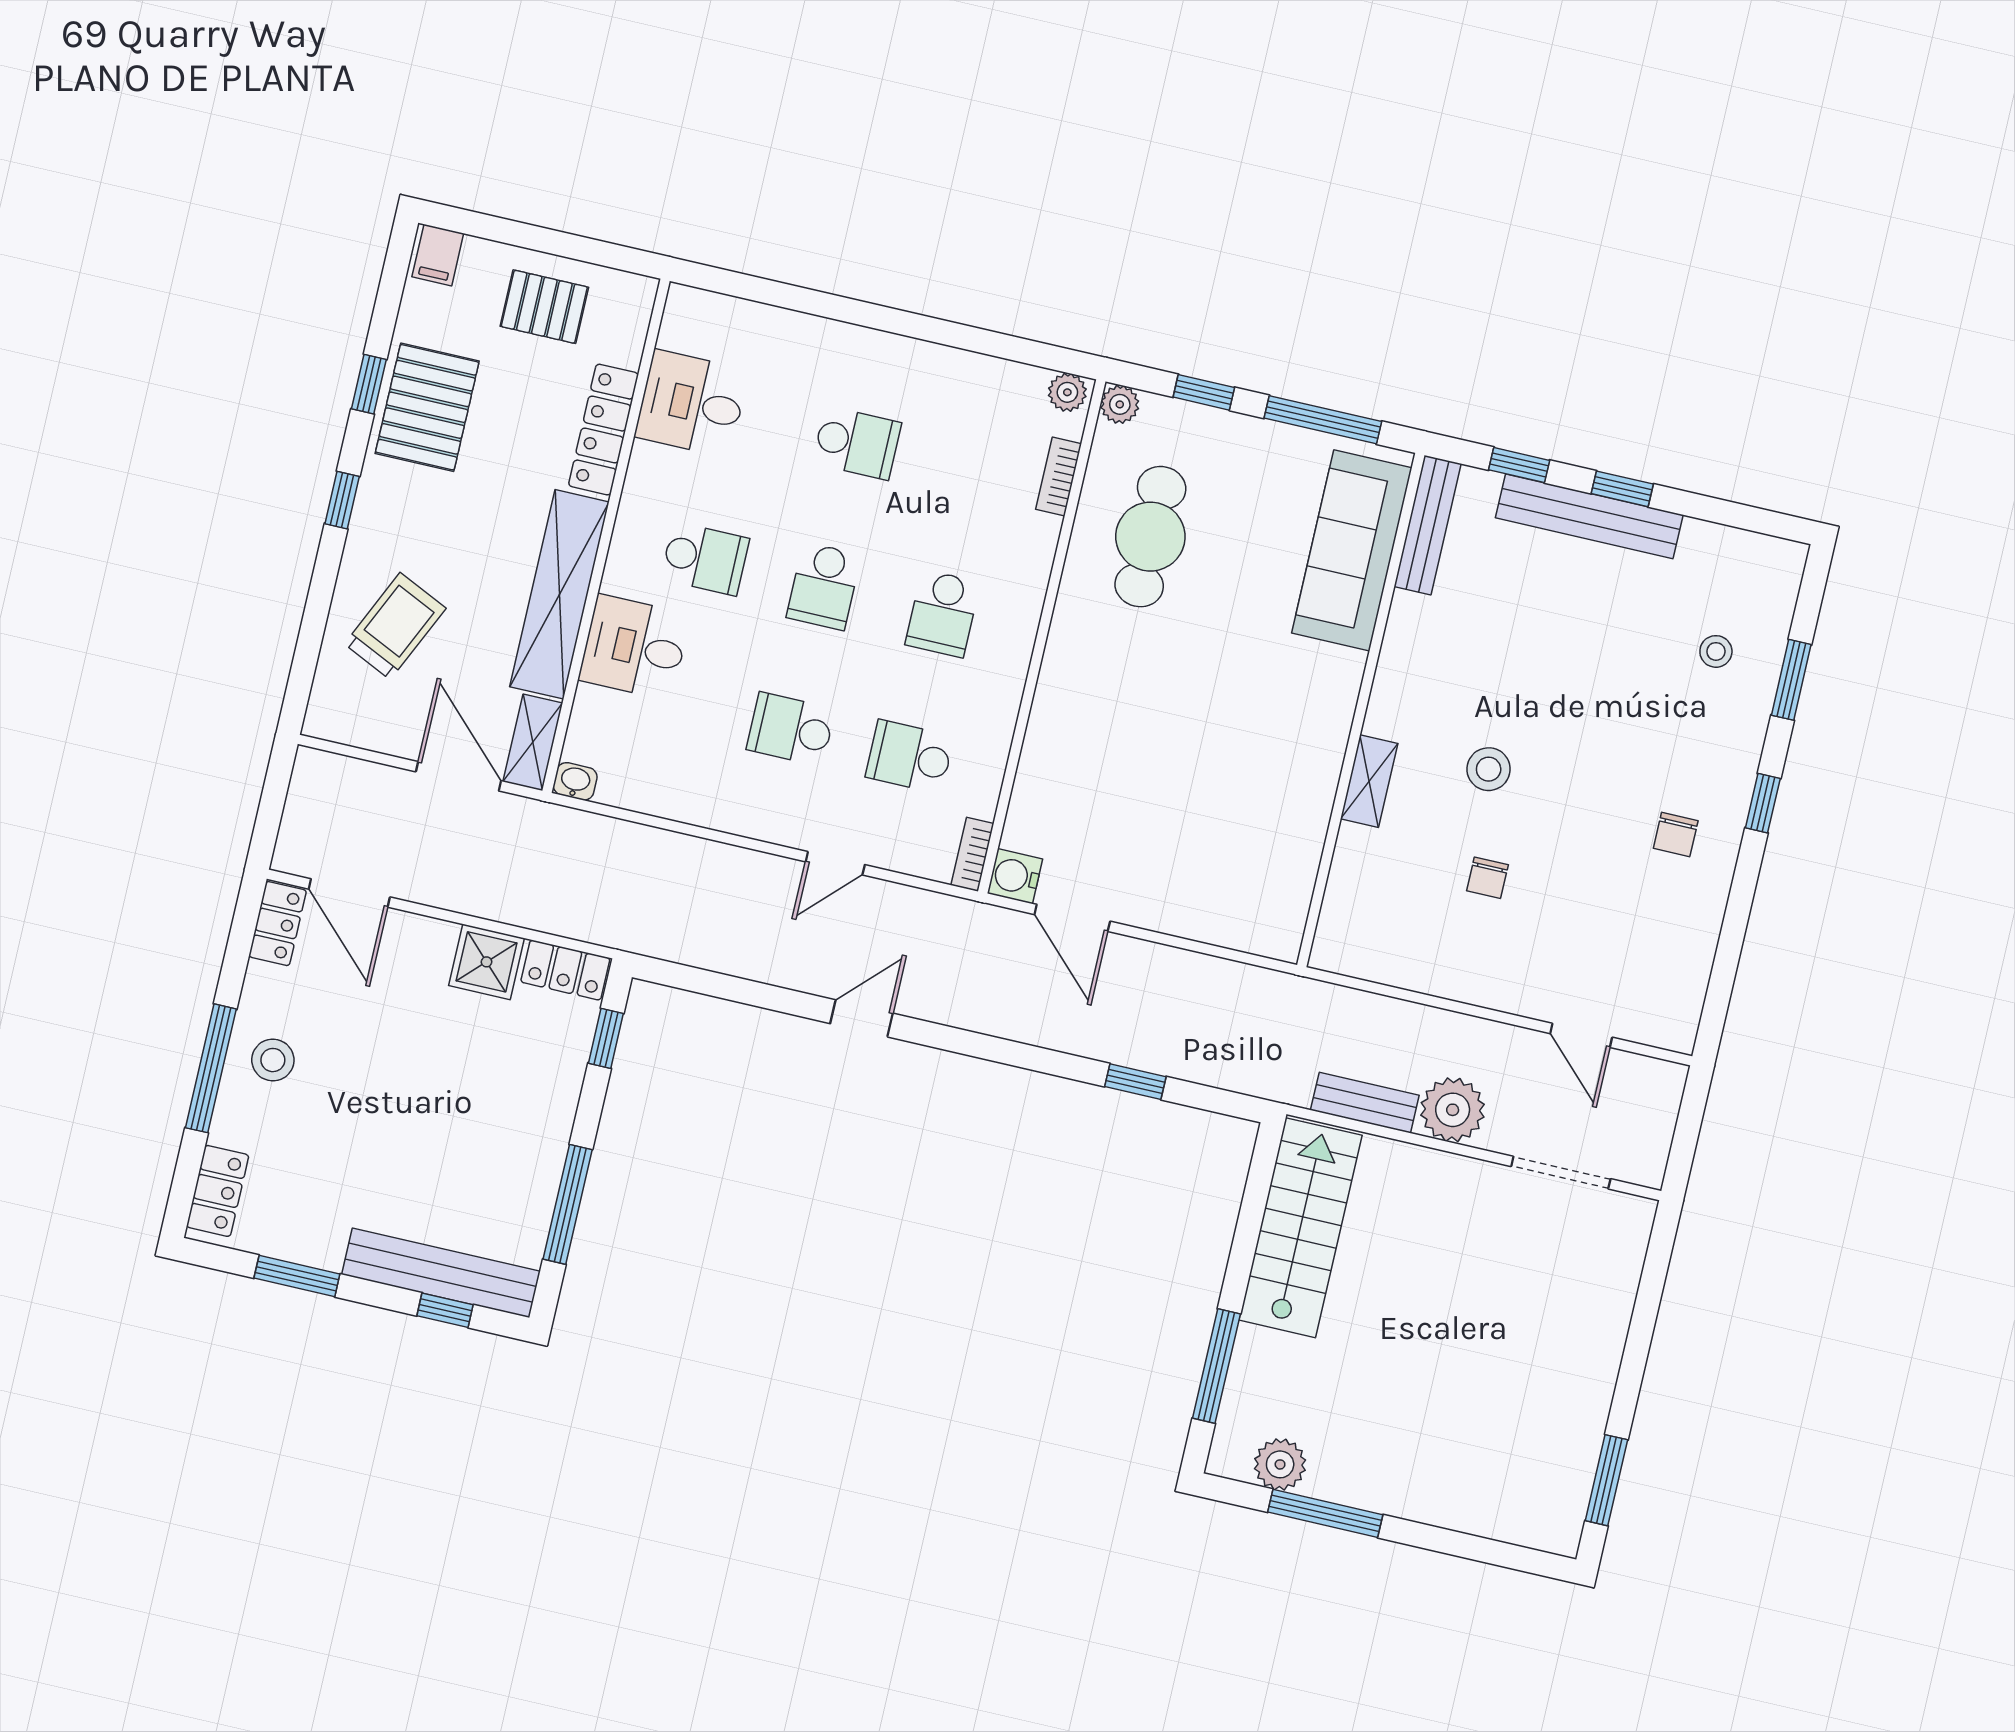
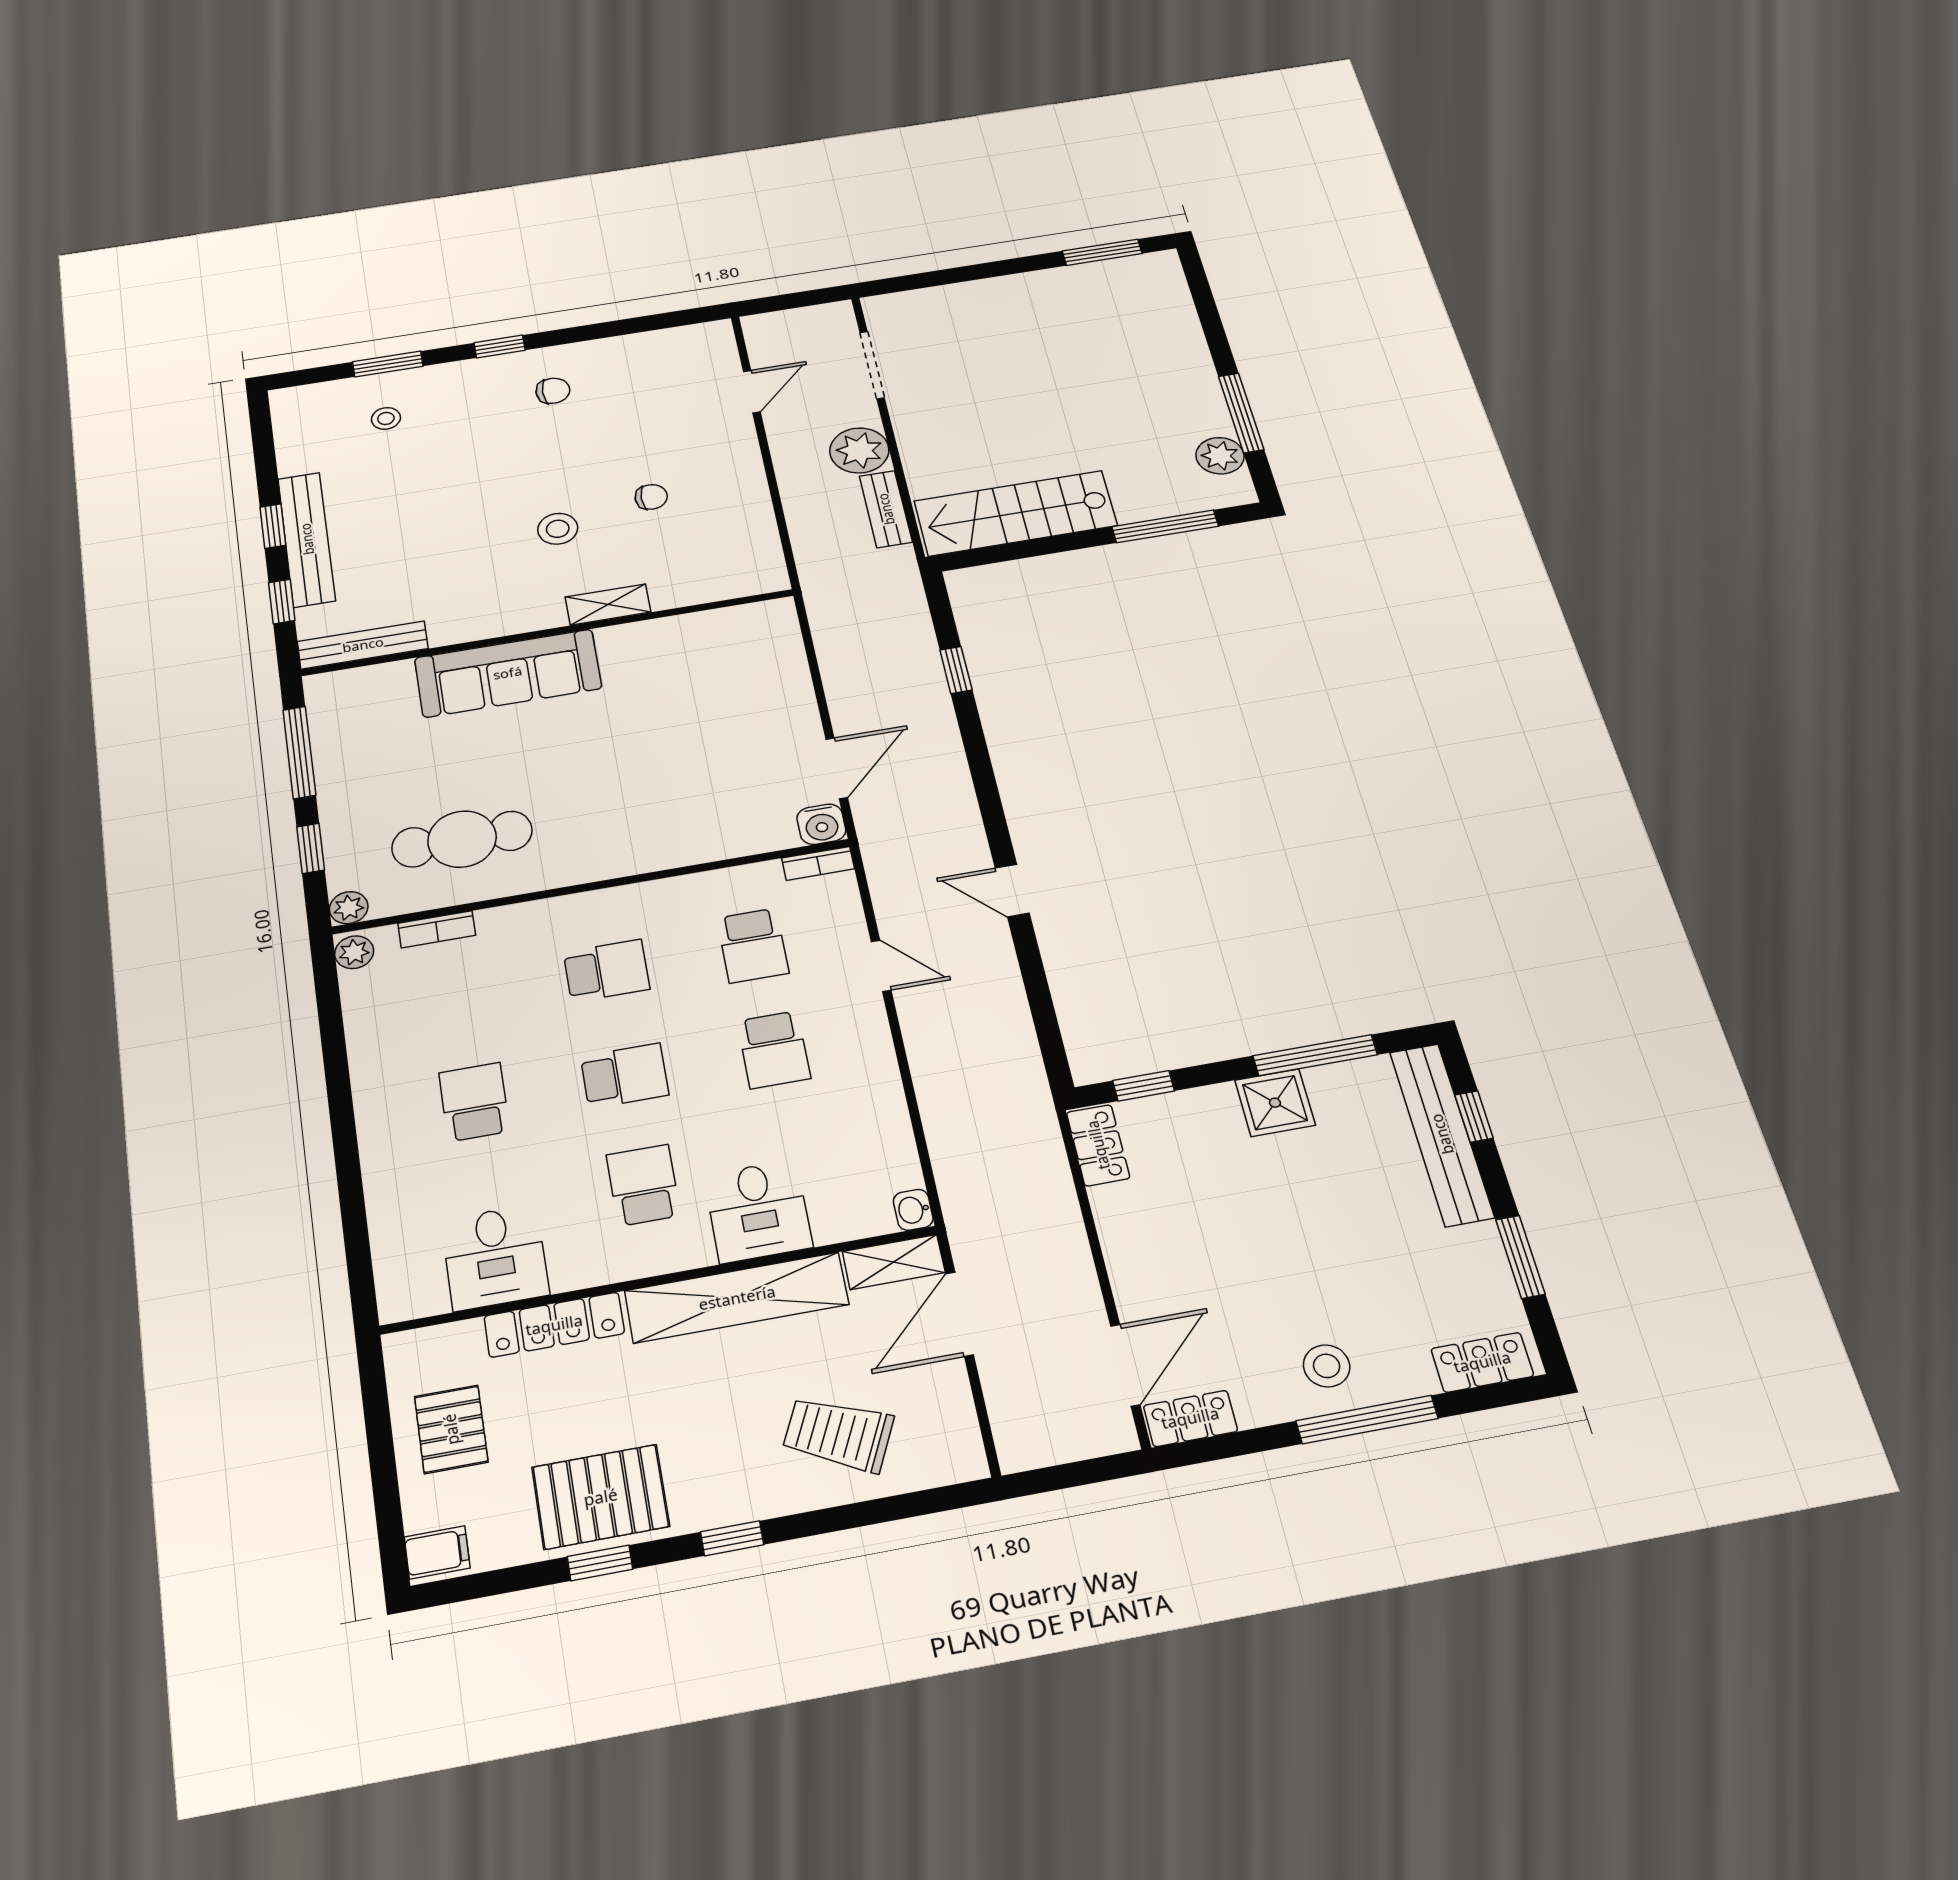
sofa: (1352, 550) -> (508, 673), moved
shower: (487, 962) -> (1275, 1103), moved

